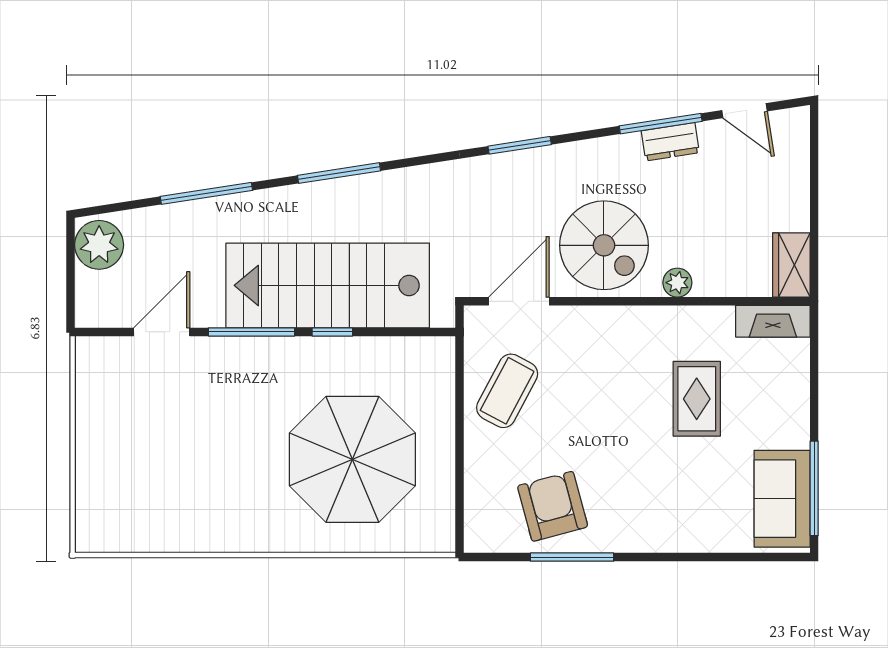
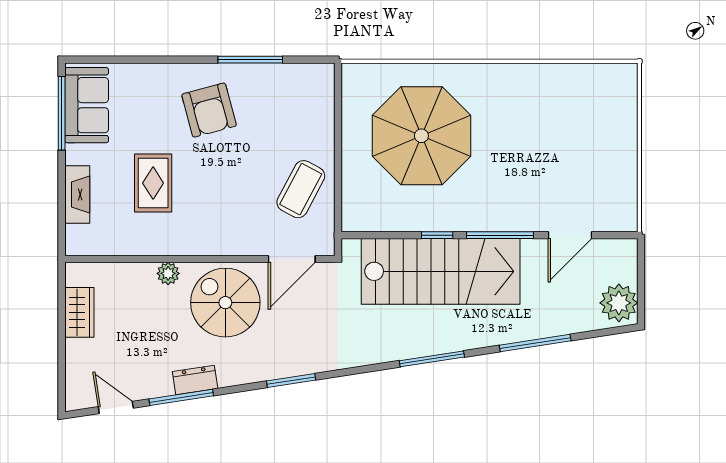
dresser: (670, 142) -> (195, 380), moved
wardrobe: (791, 265) -> (79, 312), moved
fireplace: (773, 321) -> (77, 194), moved, turned 90
armchair: (553, 506) -> (209, 110), moved

